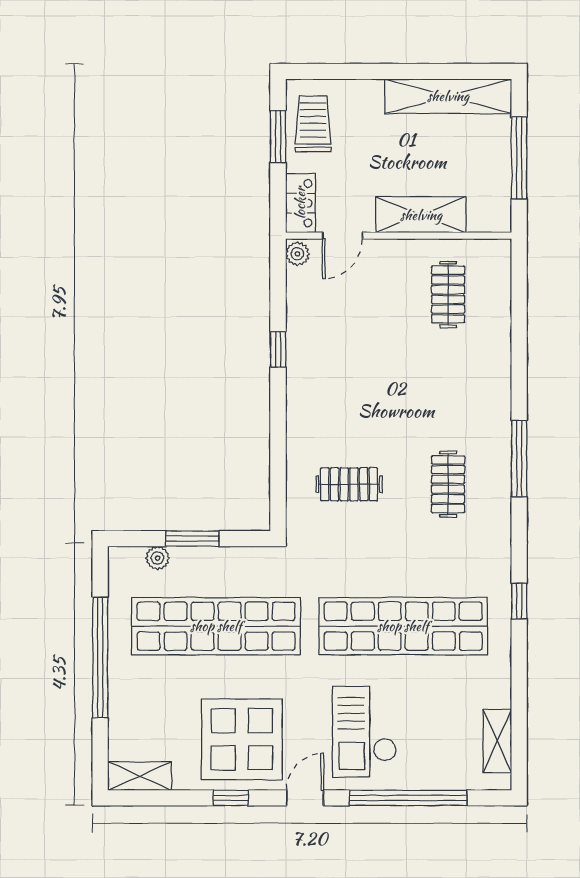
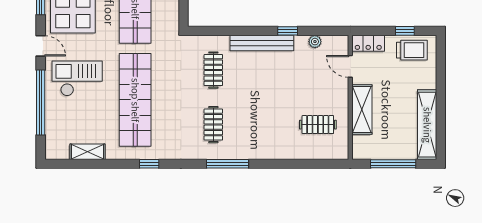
window: (278, 137) -> (405, 31), width x0.67
plant: (297, 254) -> (315, 42), moved
bench: (300, 396) -> (262, 43), added
clothes rail: (448, 484) -> (213, 125), turned 90
shelving: (497, 741) -> (88, 152), moved

